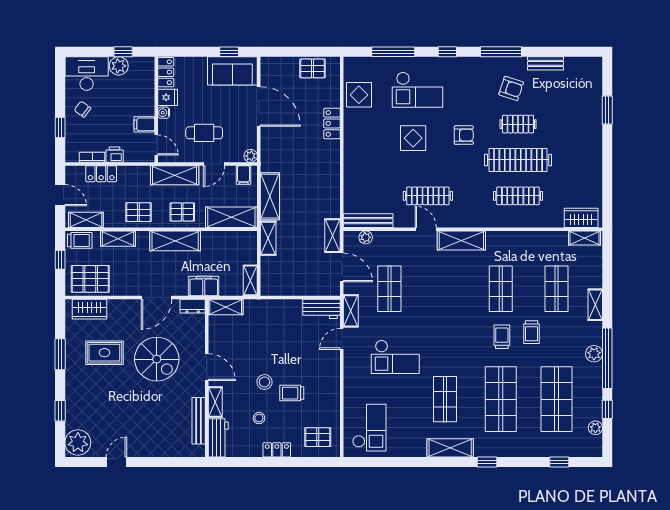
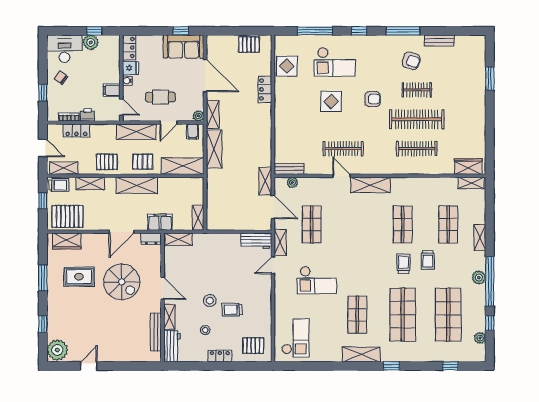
bench: (368, 221) -> (289, 169), width x0.73
shelving: (268, 238) -> (213, 114), moved

